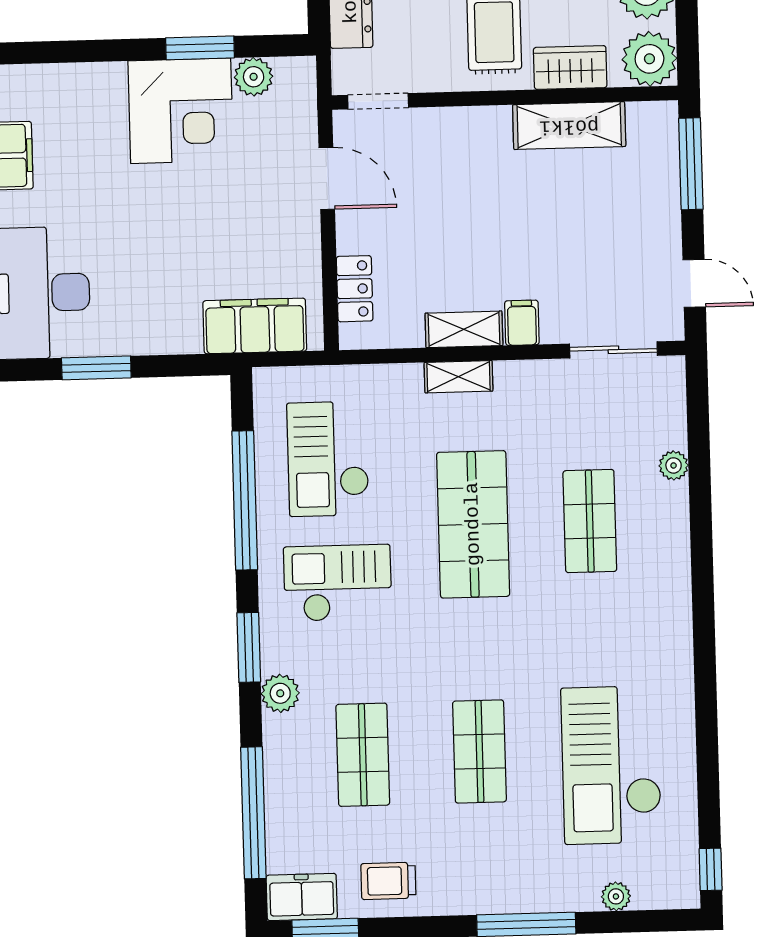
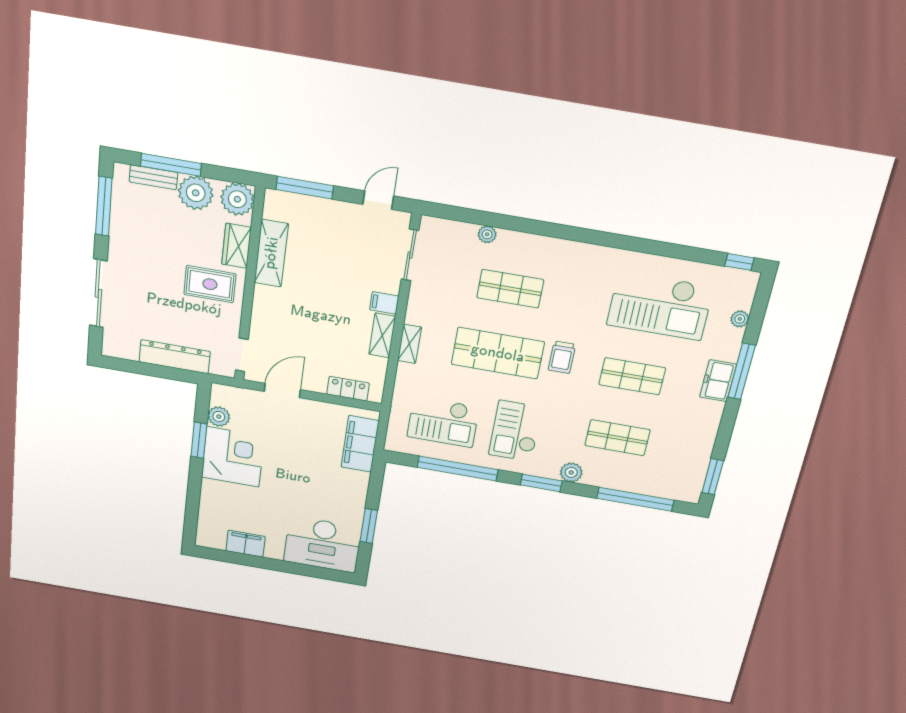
trolley: (388, 881) -> (562, 357), moved
freezer: (302, 897) -> (718, 381), moved

